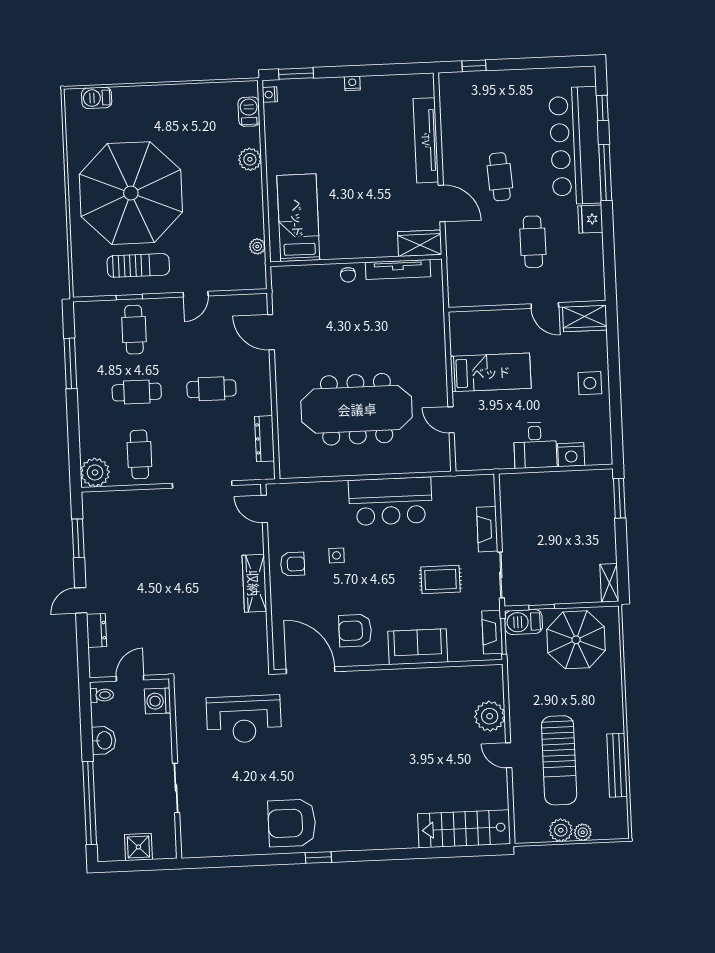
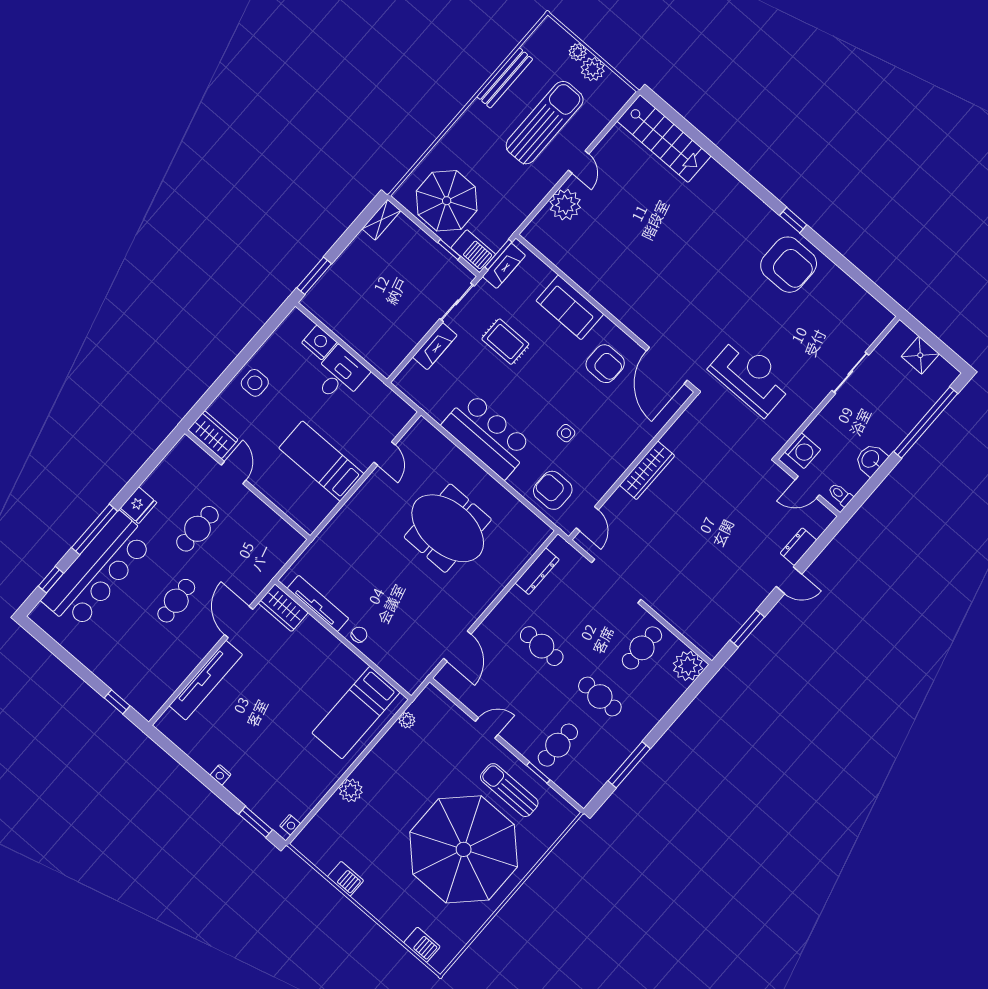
barbecue: (249, 112) -> (345, 879), moved, turned -90
meeting table: (357, 409) -> (448, 528), width x0.73
armchair: (293, 564) -> (553, 490), moved, width x1.38, depth x1.38

